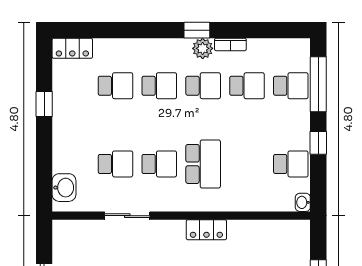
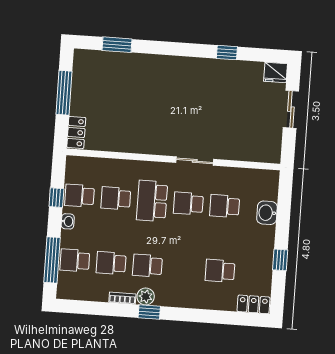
school desk: (159, 86) -> (116, 198), moved
window: (318, 143) -> (56, 198), moved
washbasin: (64, 188) -> (267, 213), moved
washbasin: (303, 202) -> (68, 221), moved
sliding door: (127, 216) -> (195, 161), moved
locker: (206, 230) -> (76, 132), moved, turned 90

